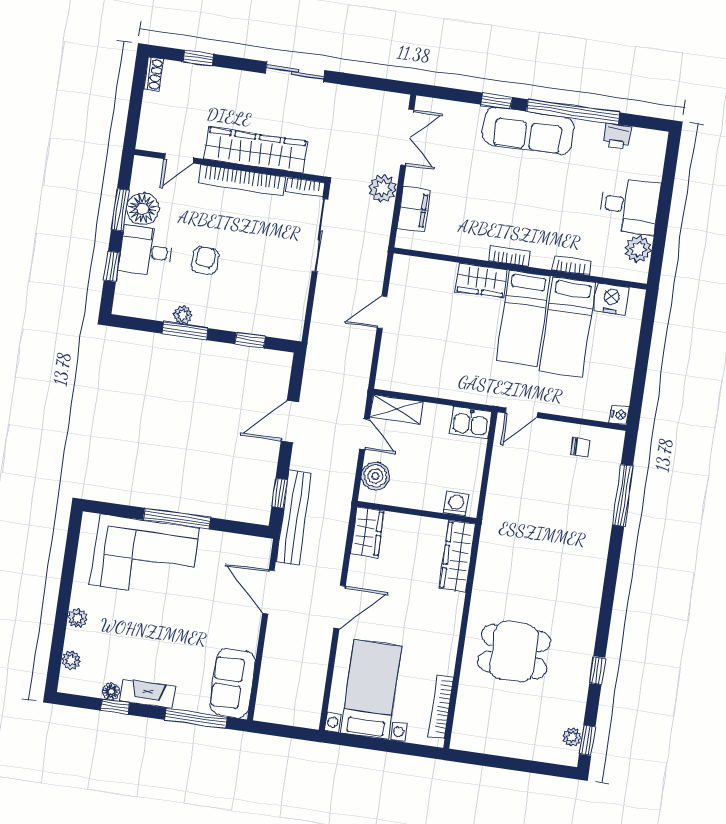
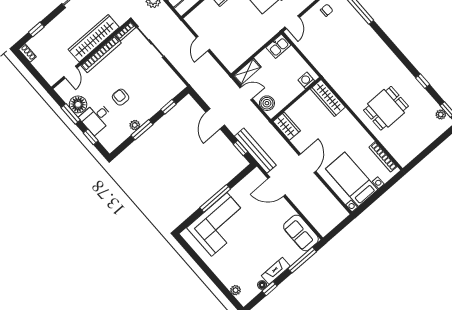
plant: (77, 618) -> (221, 273), removed

